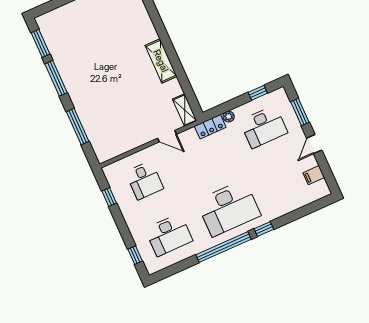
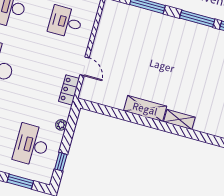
shelving: (185, 110) -> (179, 120), moved
locker: (210, 127) -> (69, 90), moved
door: (167, 136) -> (85, 66), swing flipped

